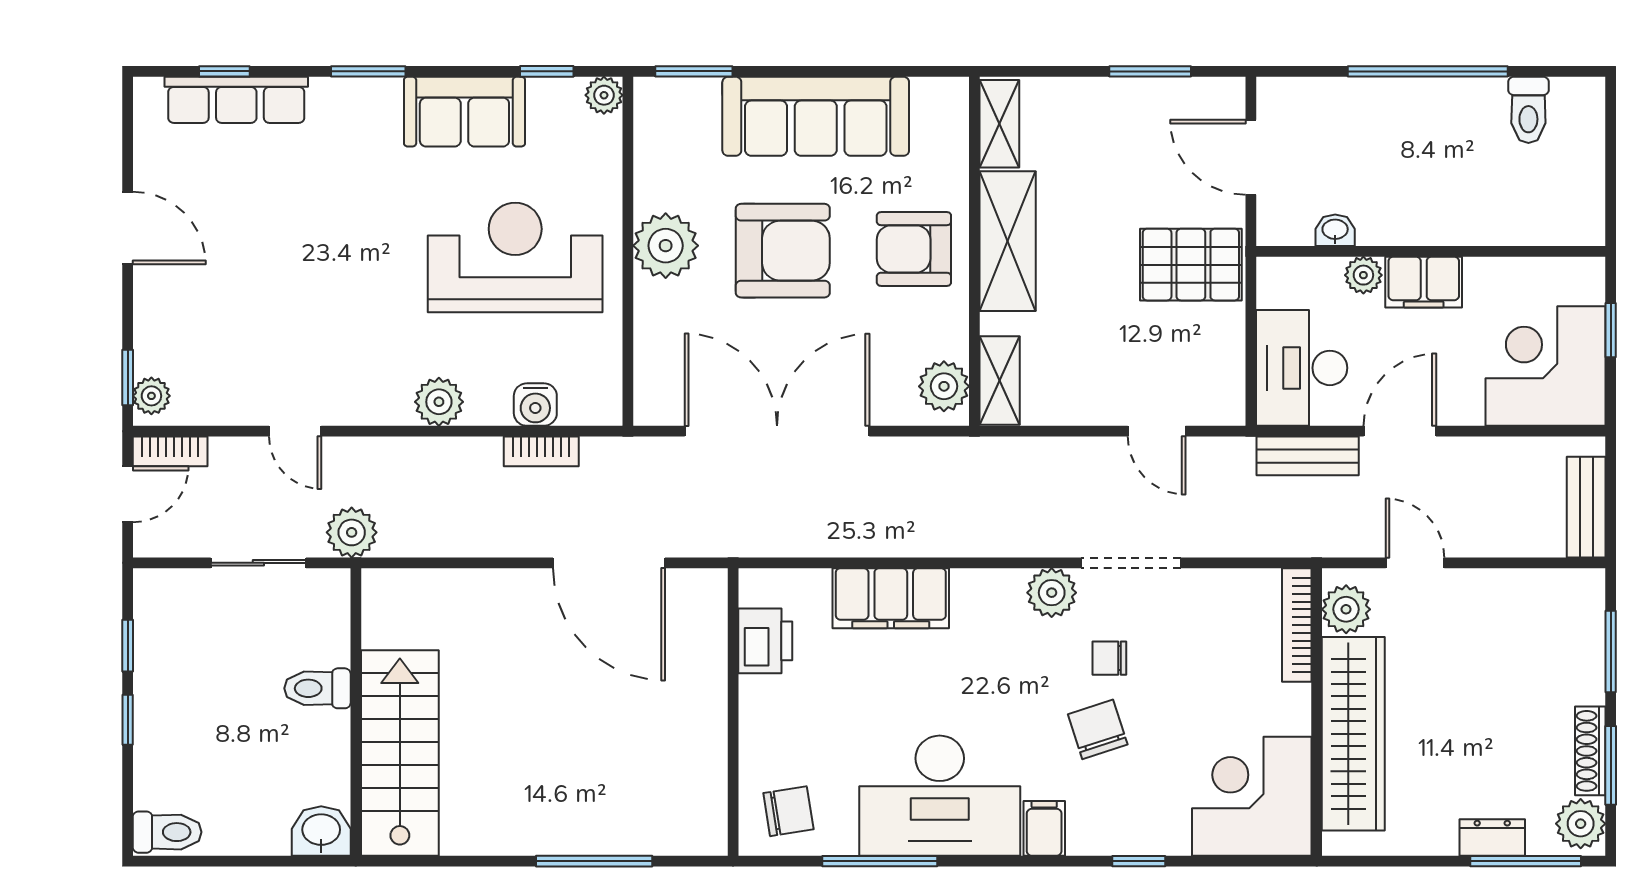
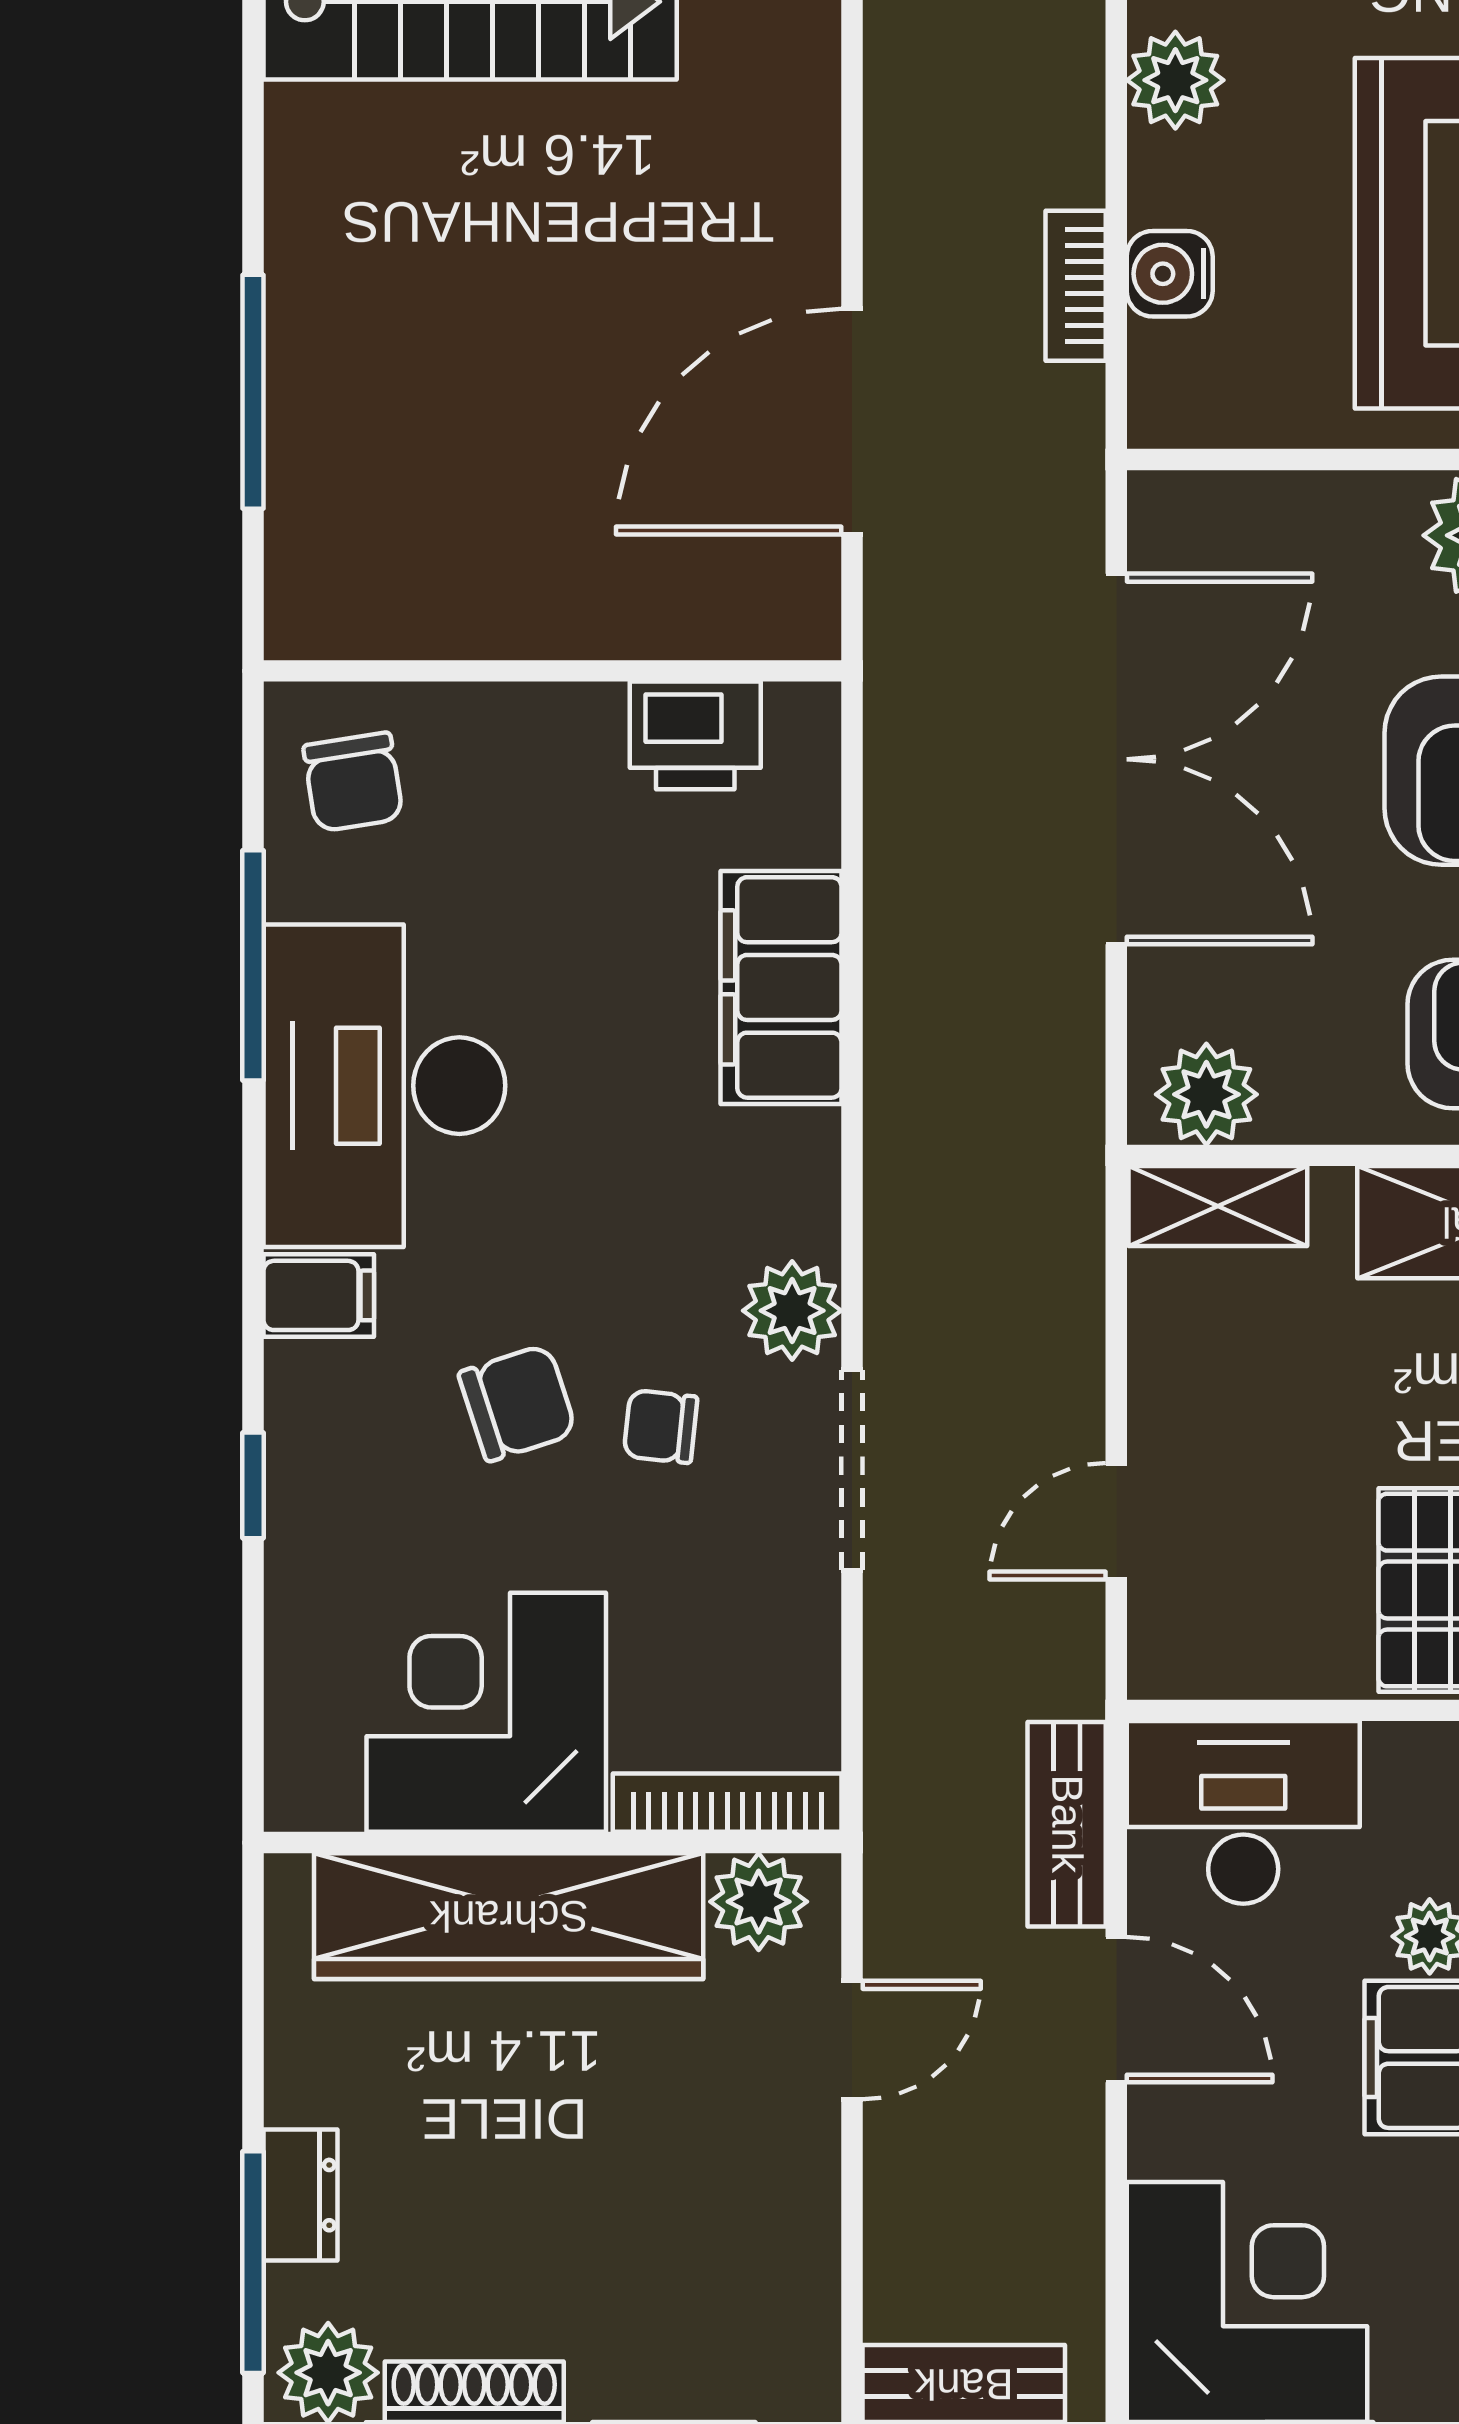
chair: (1109, 658) -> (661, 1427), turned -84
corner desk: (1252, 796) -> (486, 1712), moved, turned -90

